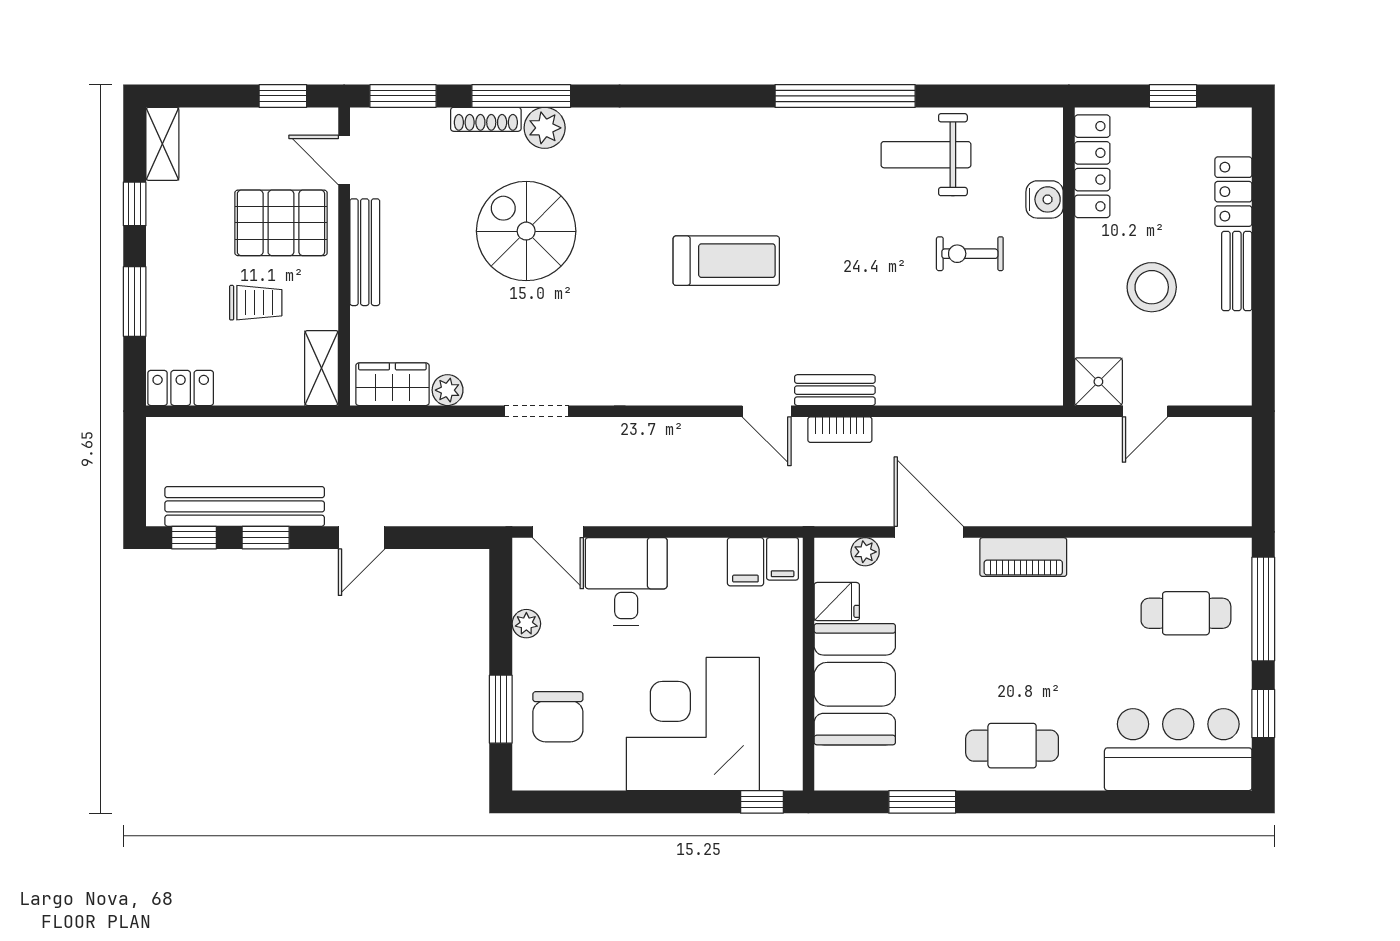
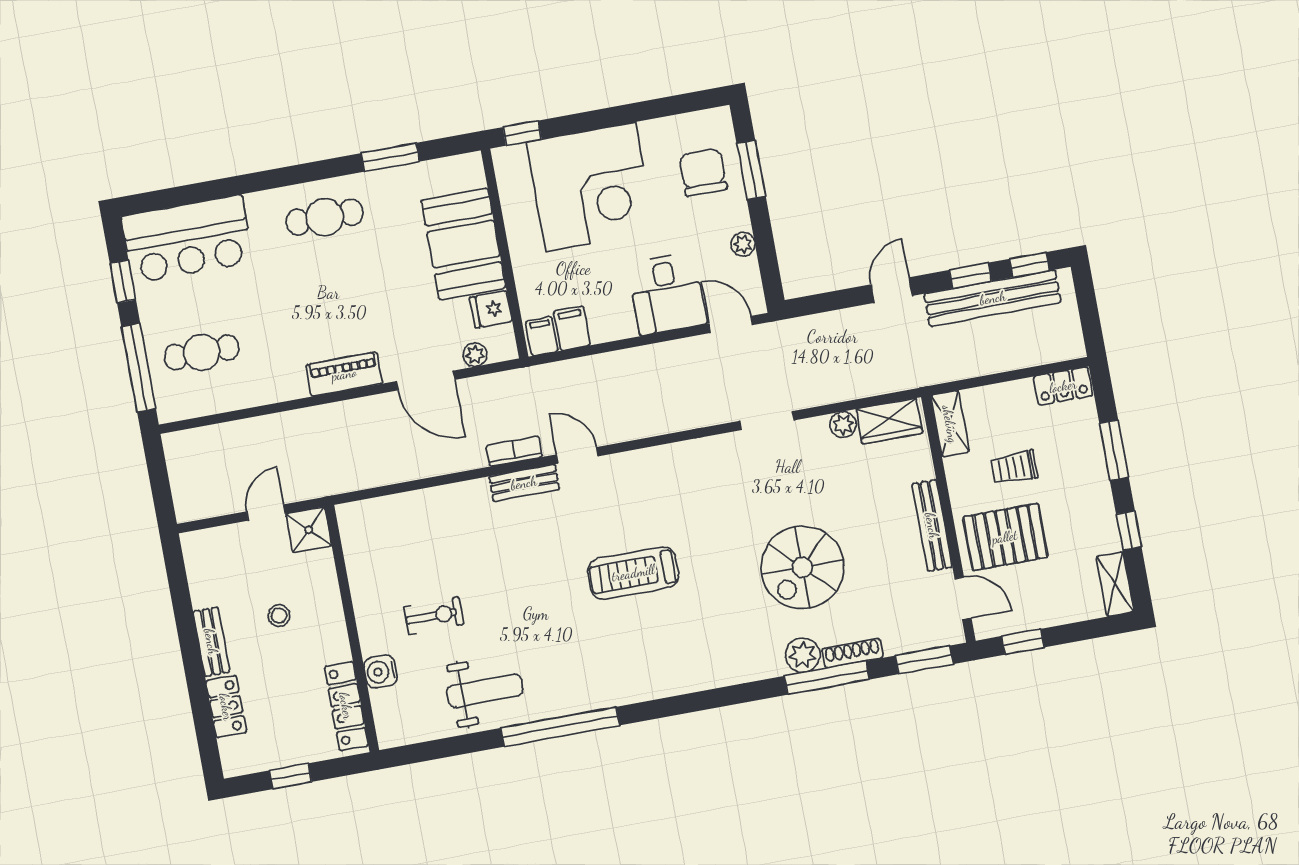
spiral stairs: (526, 231) -> (802, 567), turned 90
stool: (1152, 287) -> (279, 616), width x0.53, depth x0.53

